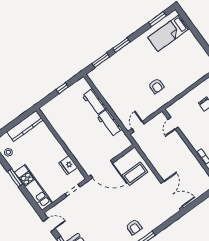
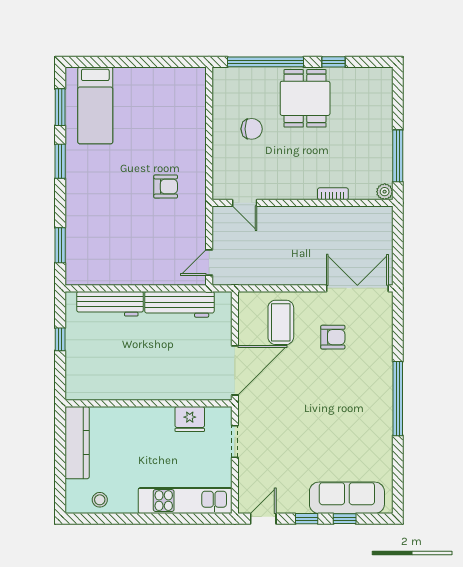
window: (121, 45) -> (60, 161), moved
workbench: (94, 102) -> (110, 304), width x1.38
workbench: (109, 123) -> (179, 304), width x1.37
door: (138, 126) -> (209, 262), hinge flipped
window: (15, 178) -> (148, 519), removed
armchair: (134, 227) -> (333, 337), moved

